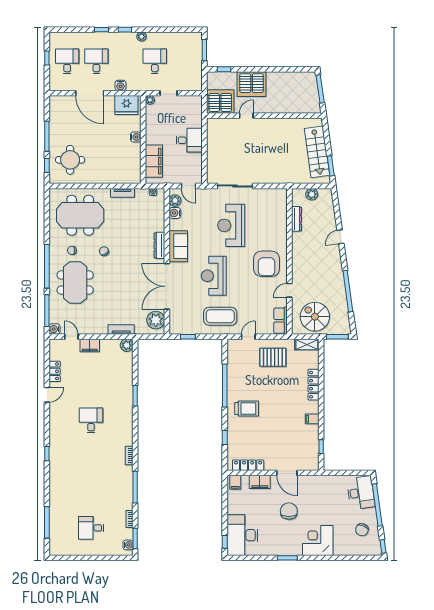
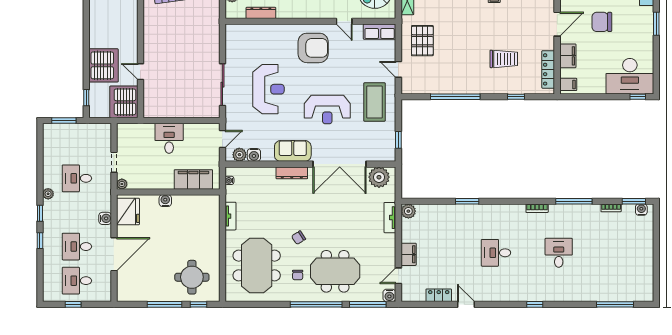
reception desk: (231, 225) -> (268, 89), turned -90
trolley: (247, 408) -> (504, 59), moved, turned 90
desk: (91, 528) -> (559, 253), moved, turned 180

